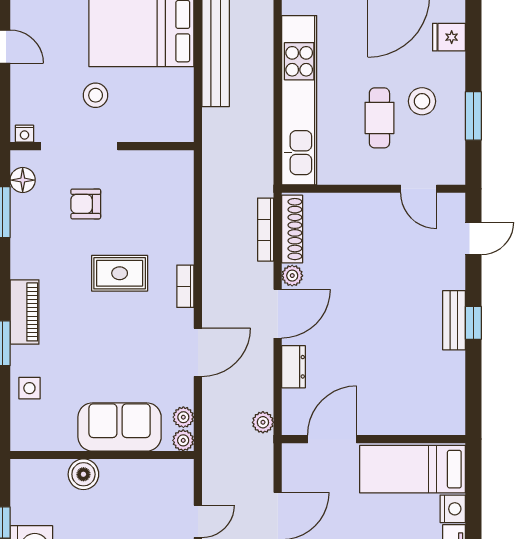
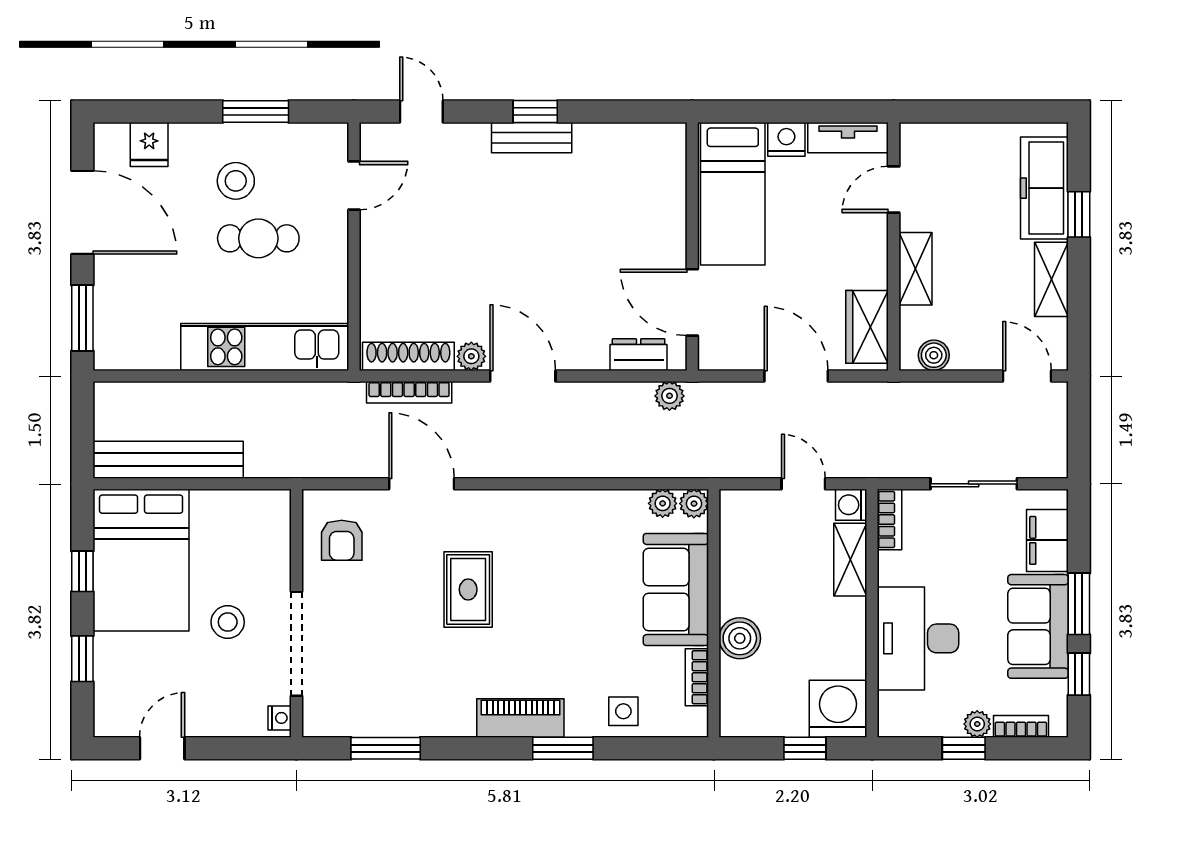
kitchen unit: (299, 100) -> (265, 347), width x0.73
floor lamp: (23, 180) -> (342, 720), removed
armchair: (86, 204) -> (342, 540), moved
bookcase: (185, 286) -> (697, 677), moved, turned 90
door: (198, 352) -> (422, 484), moved
dresser: (294, 367) -> (639, 355), moved

